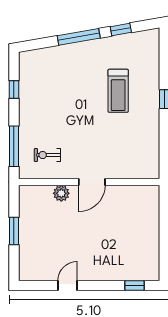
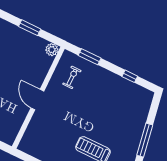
window: (14, 146) -> (90, 57), width x0.69
plant: (61, 193) -> (52, 50), moved

